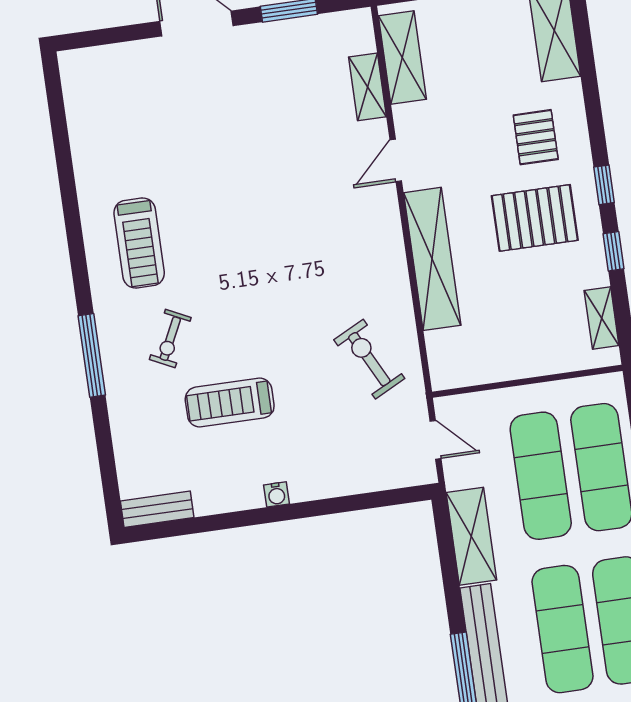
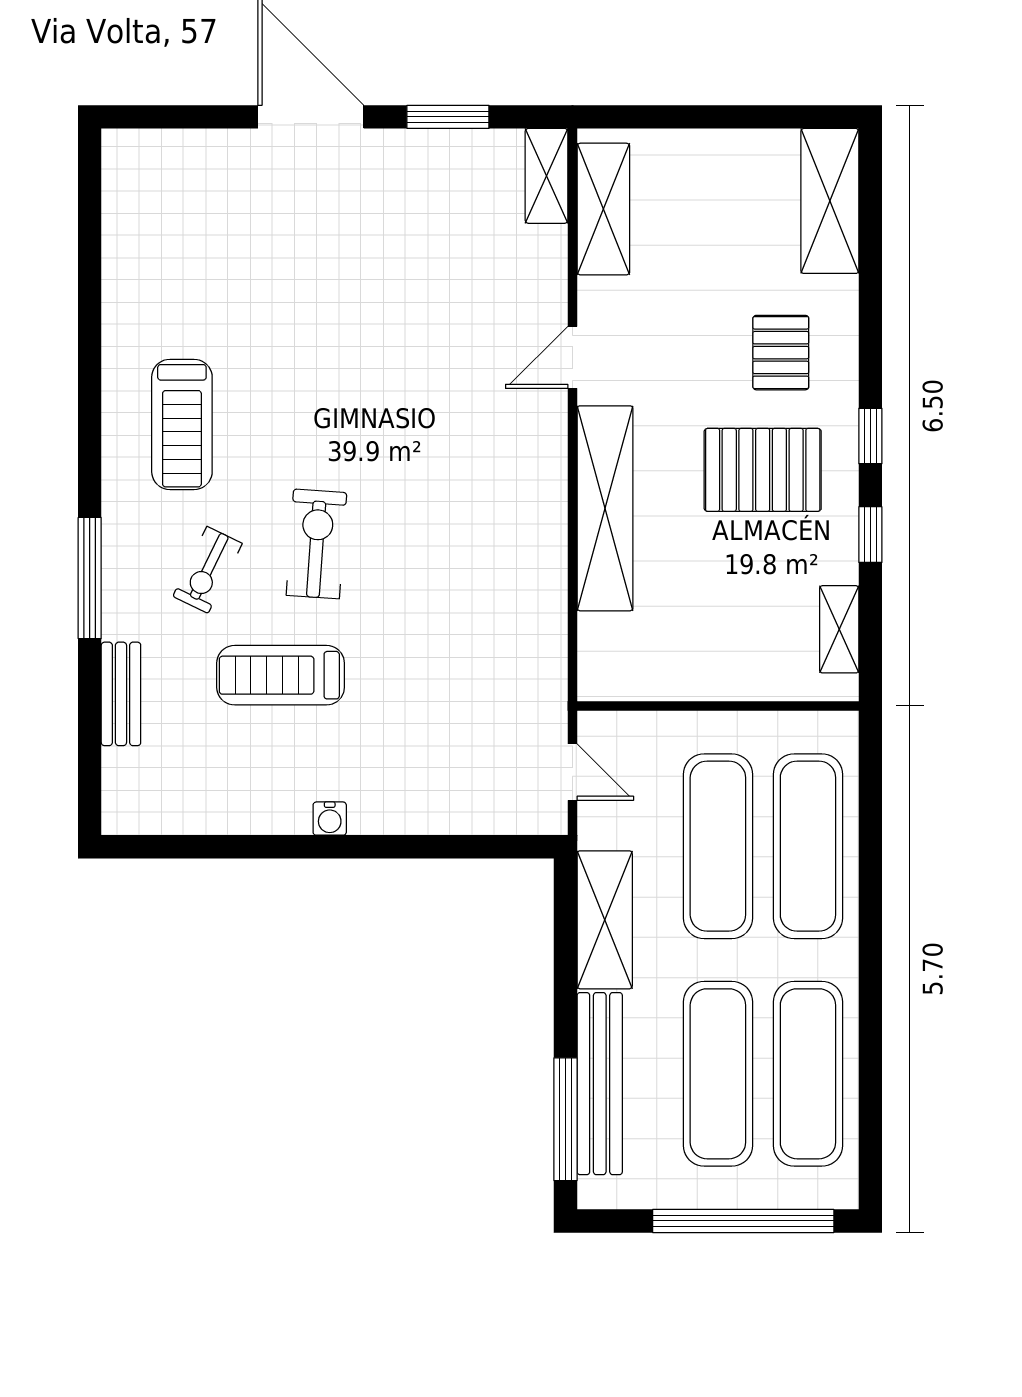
shelving: (367, 87) -> (546, 176), moved
exercise bike: (369, 359) -> (316, 544), moved, turned 31
bench: (157, 509) -> (121, 694), moved, turned 90

